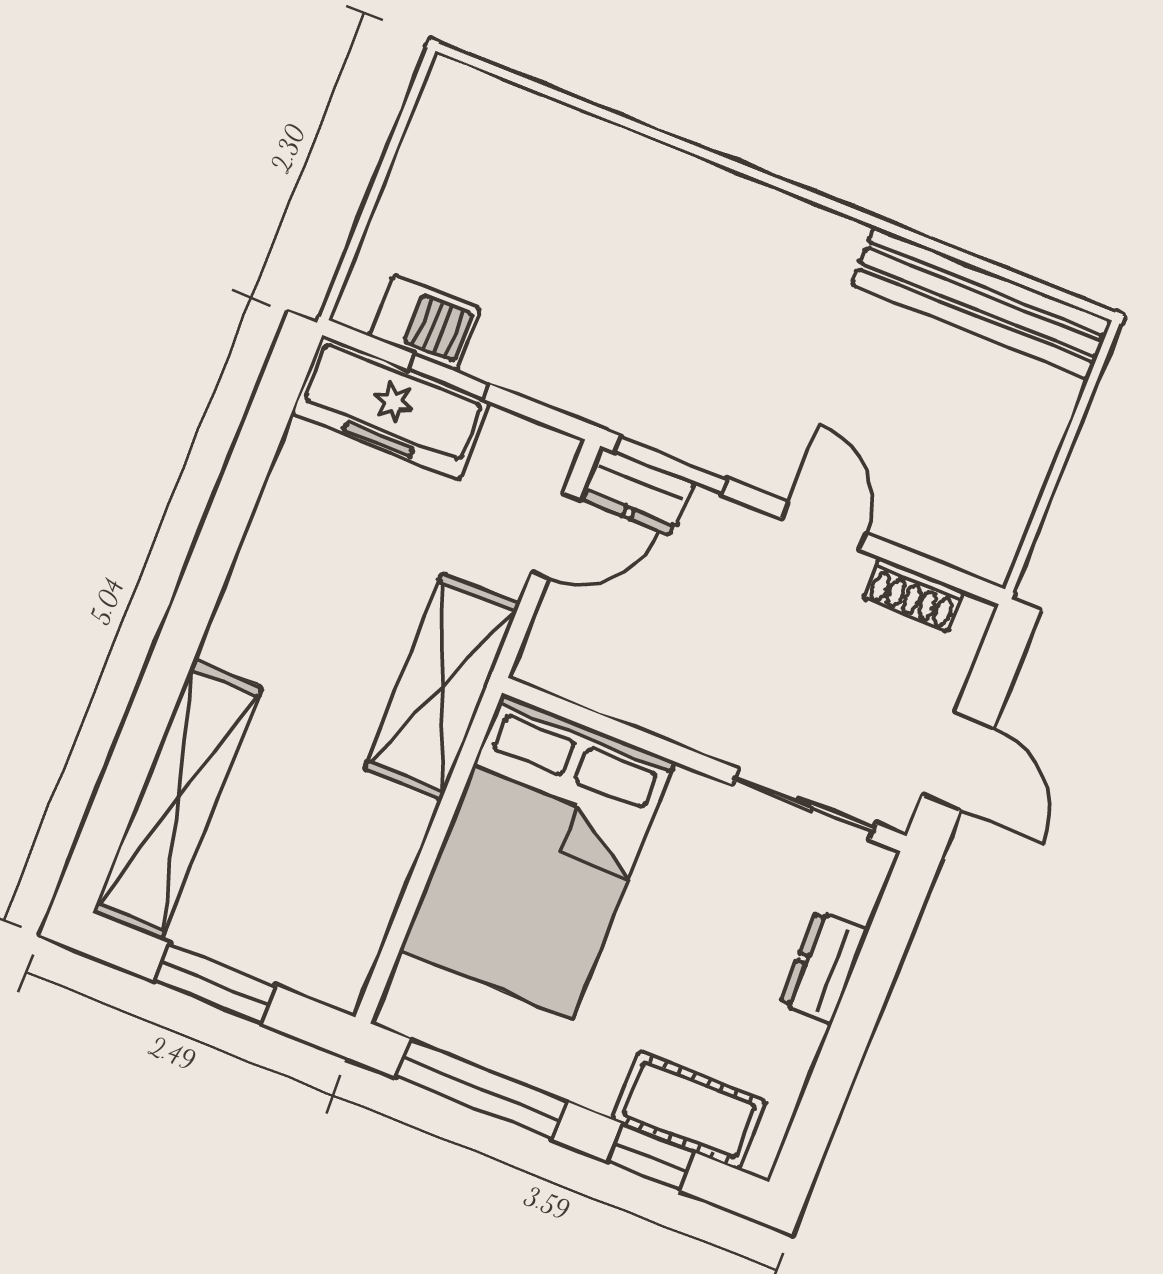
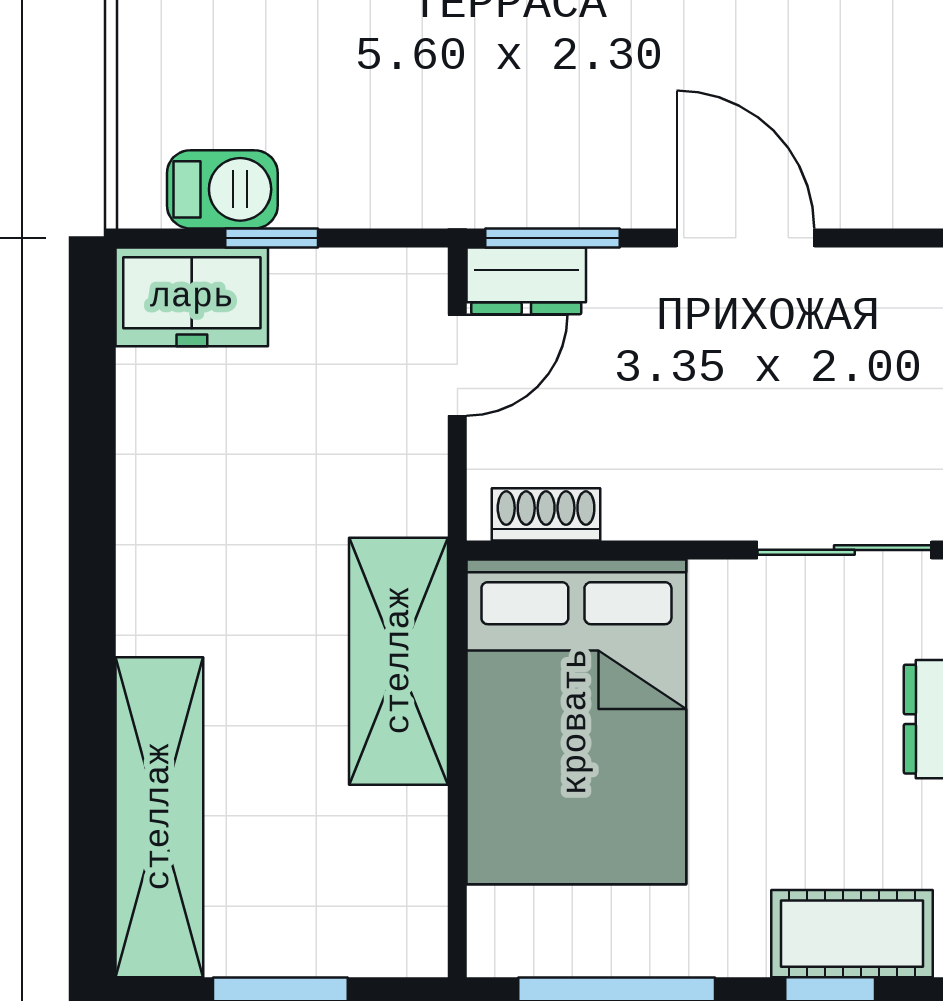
freezer: (391, 408) -> (192, 297), width x0.71
door: (824, 526) -> (745, 238), width x1.38
shoe rack: (914, 594) -> (546, 514), moved, turned 180
shelving: (442, 686) -> (399, 661), moved

